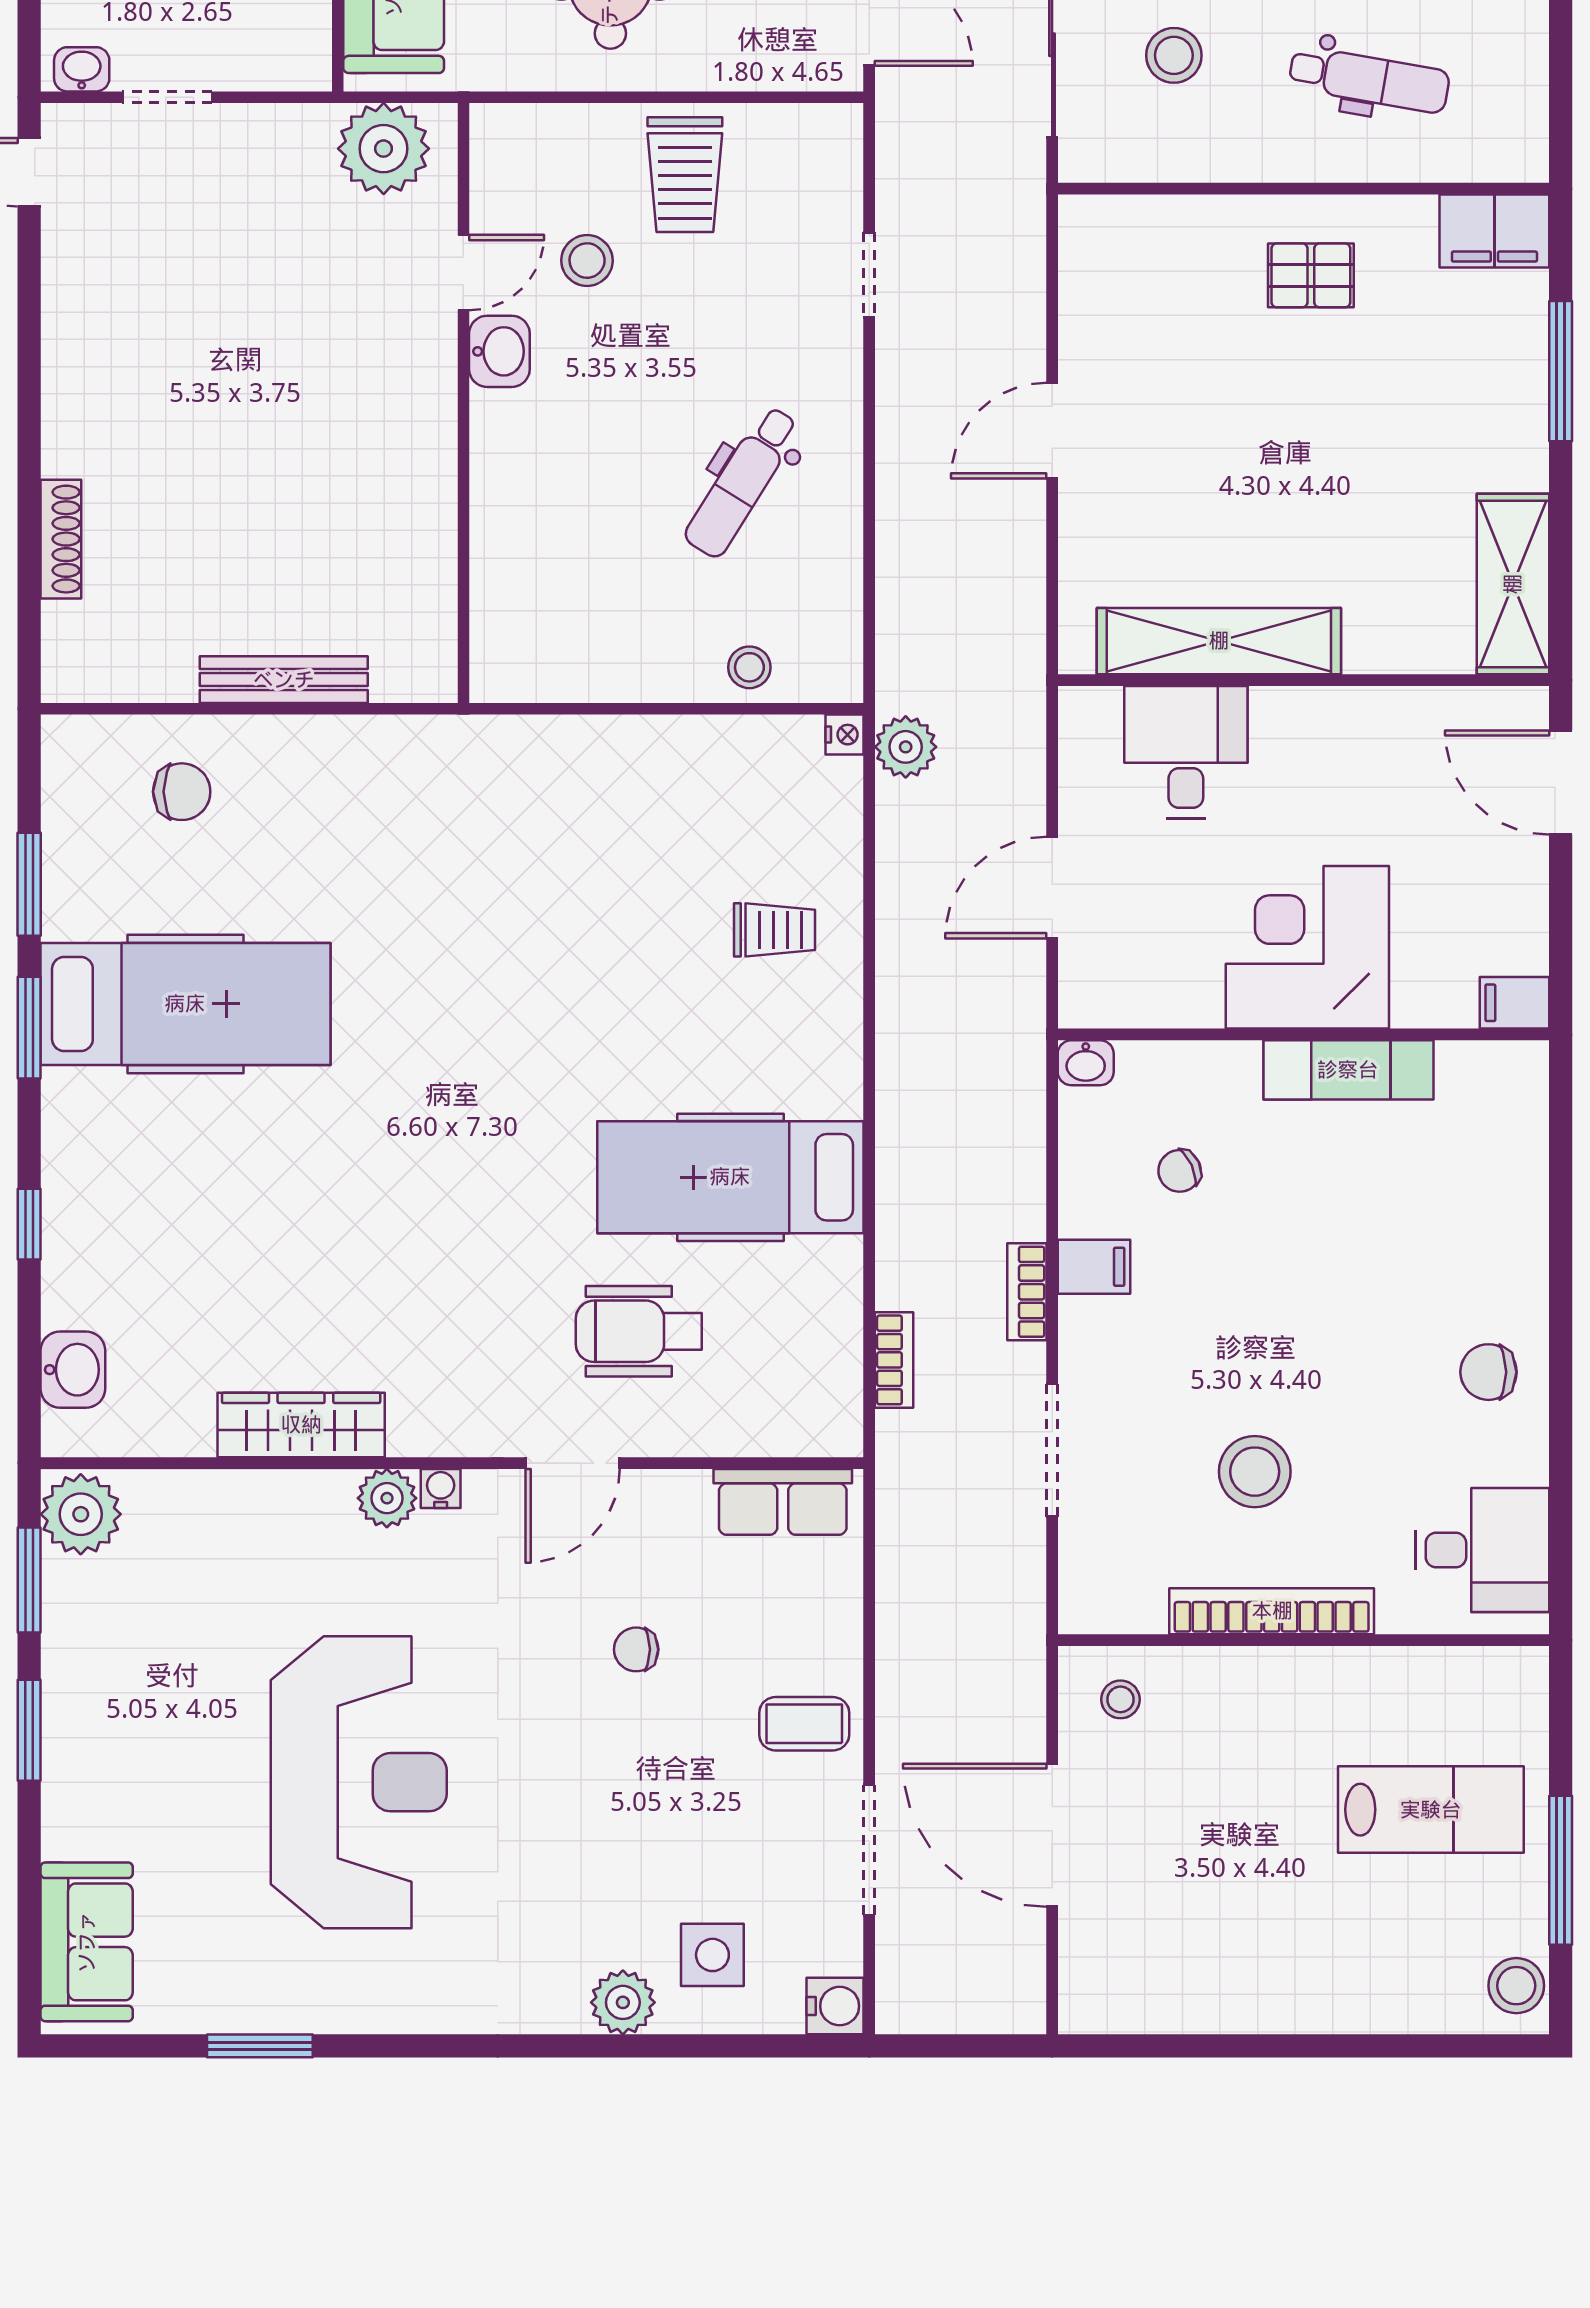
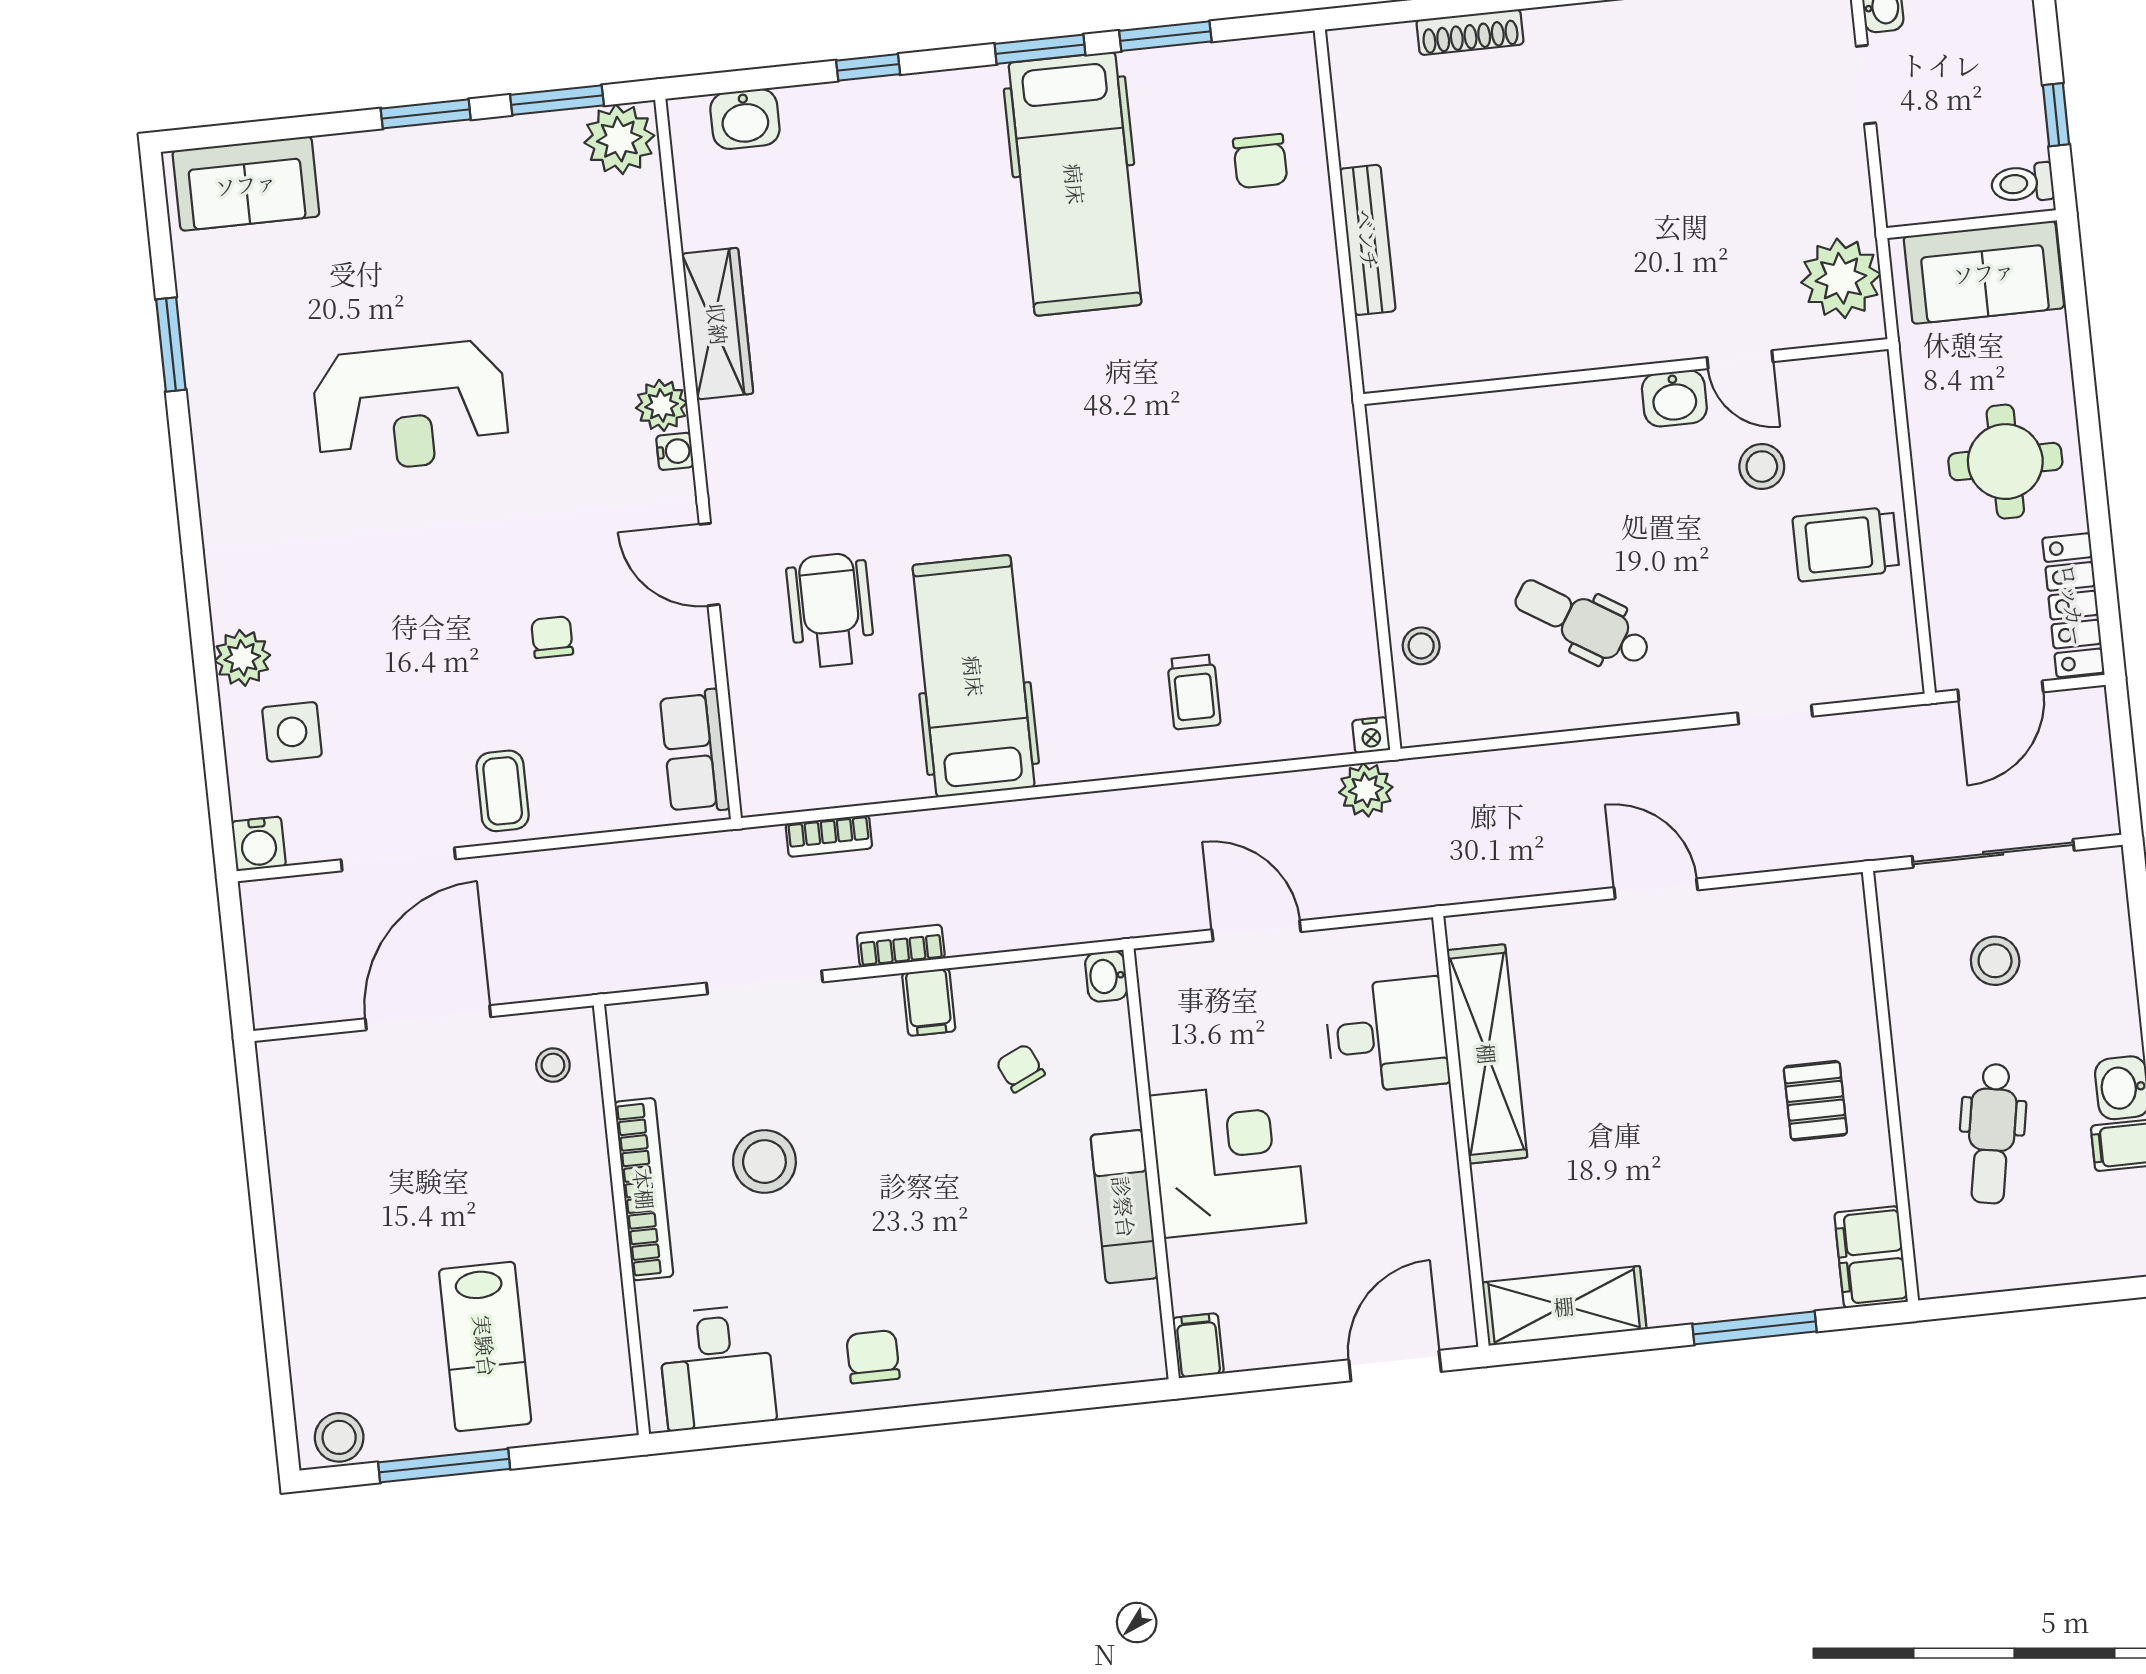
reception desk: (359, 1782) -> (411, 407), width x0.74, depth x0.77

